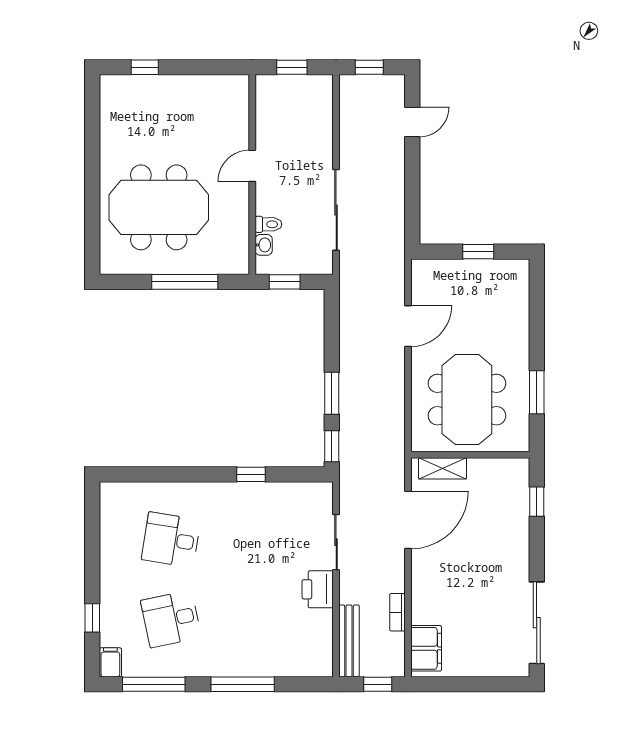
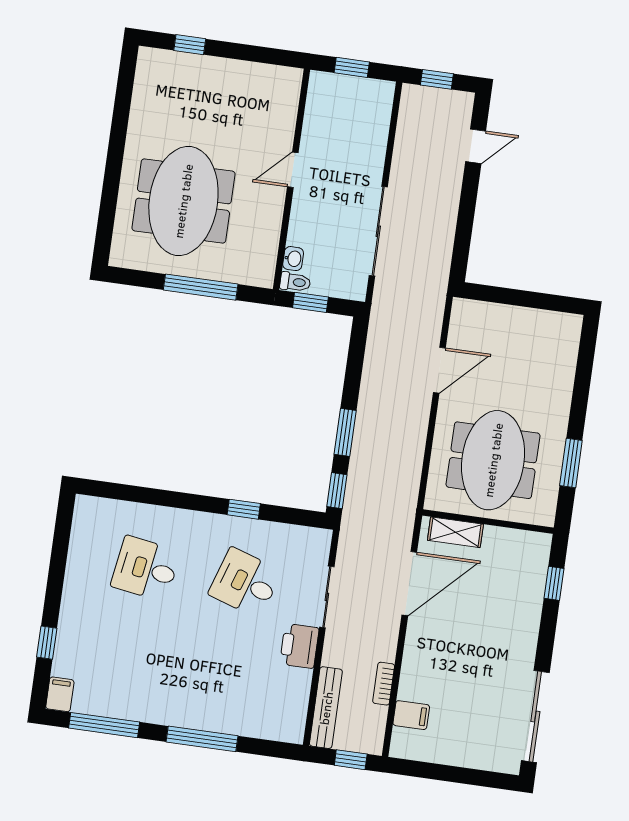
meeting table: (159, 207) -> (183, 201), turned 90
toilet: (268, 224) -> (295, 282), moved
window: (478, 252) -> (528, 299), removed
desk: (171, 619) -> (245, 583), moved, turned 30
filing cabinet: (426, 648) -> (411, 715), width x0.50

